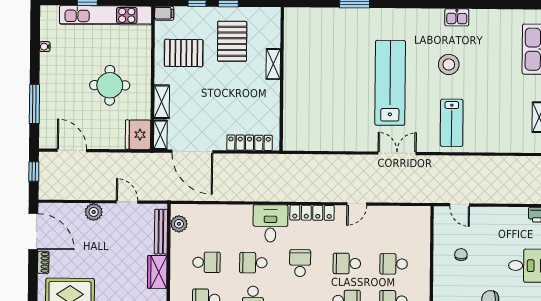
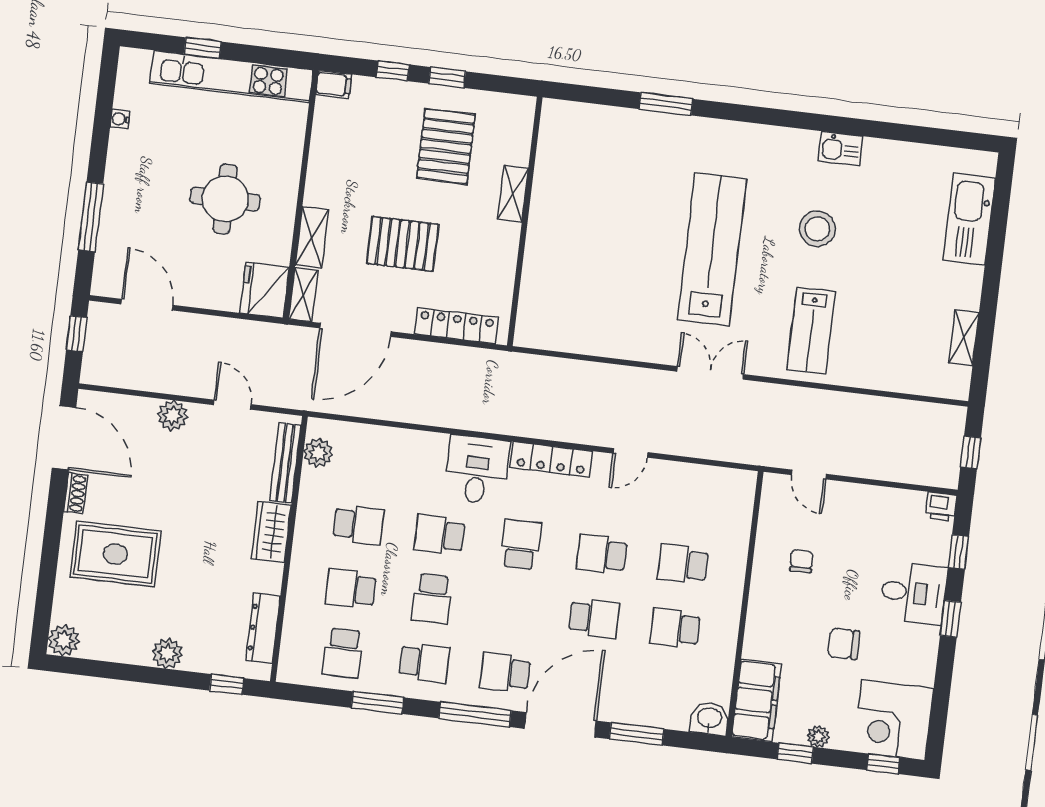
pallet: (184, 53) -> (403, 244), moved
door: (192, 152) -> (356, 330), hinge flipped

